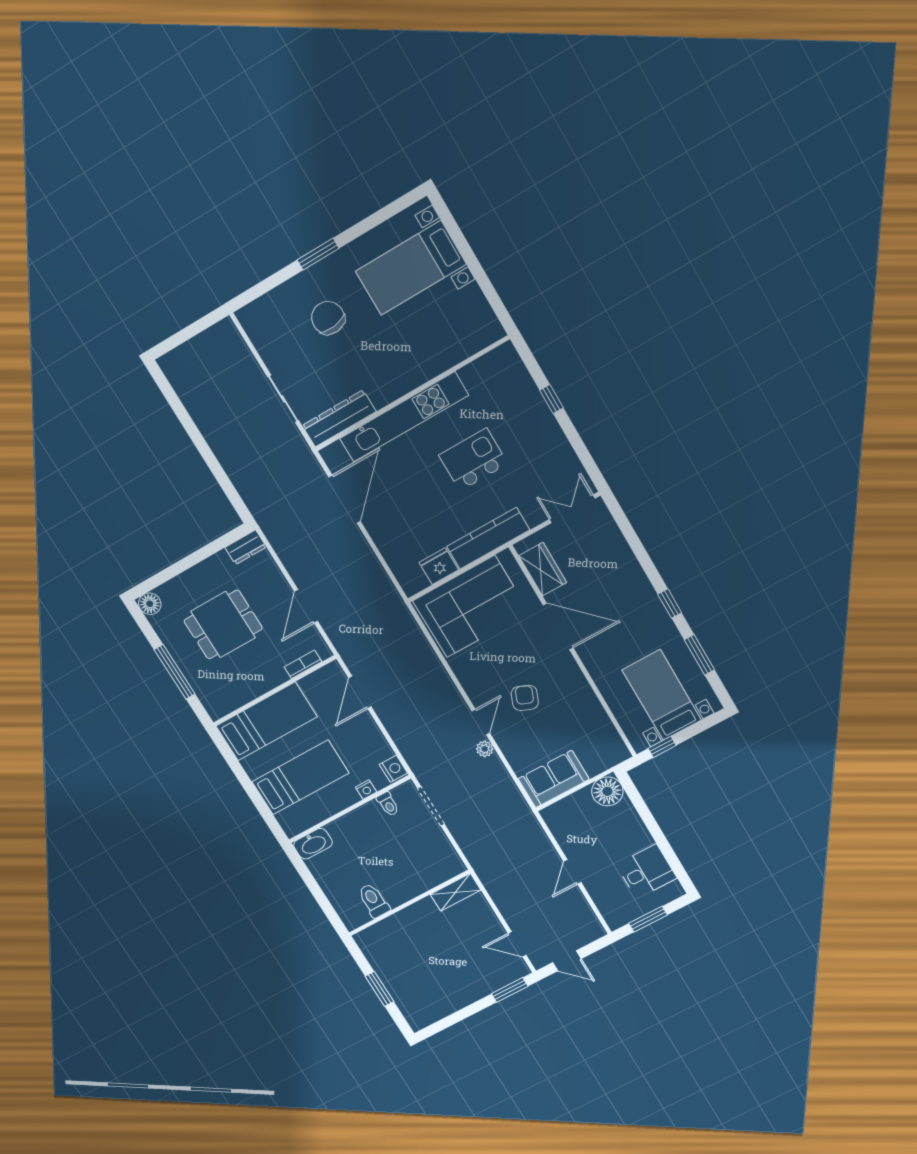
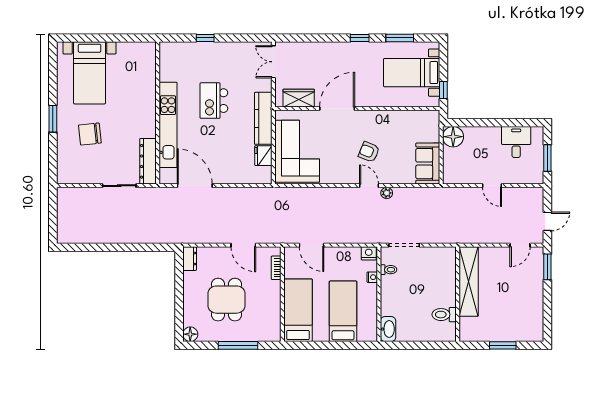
shelving: (455, 892) -> (469, 282), width x2.20, depth x1.33

